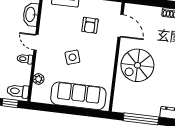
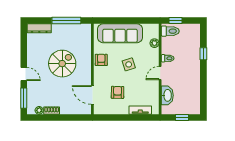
door: (36, 42) -> (160, 73), swing flipped
spiral stairs: (137, 65) -> (62, 64), moved
armchair: (105, 67) -> (101, 60), added

